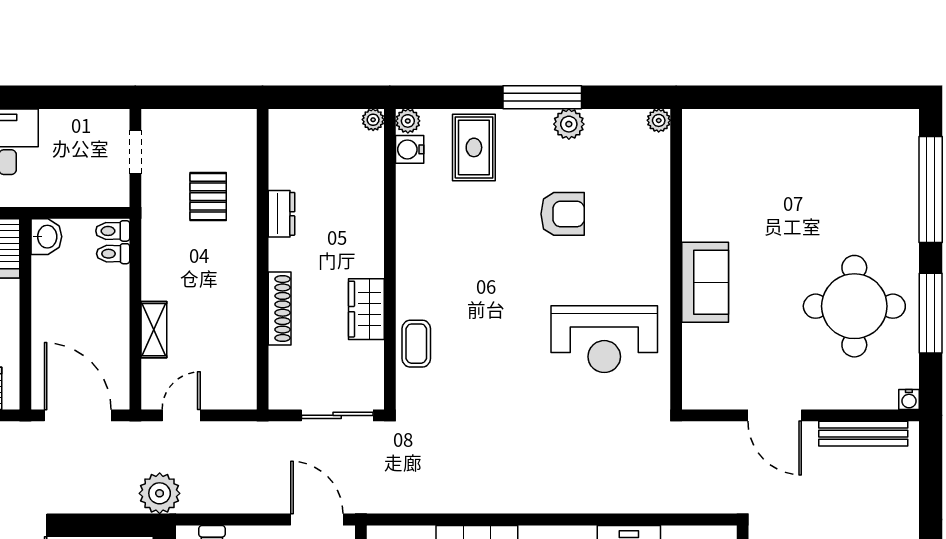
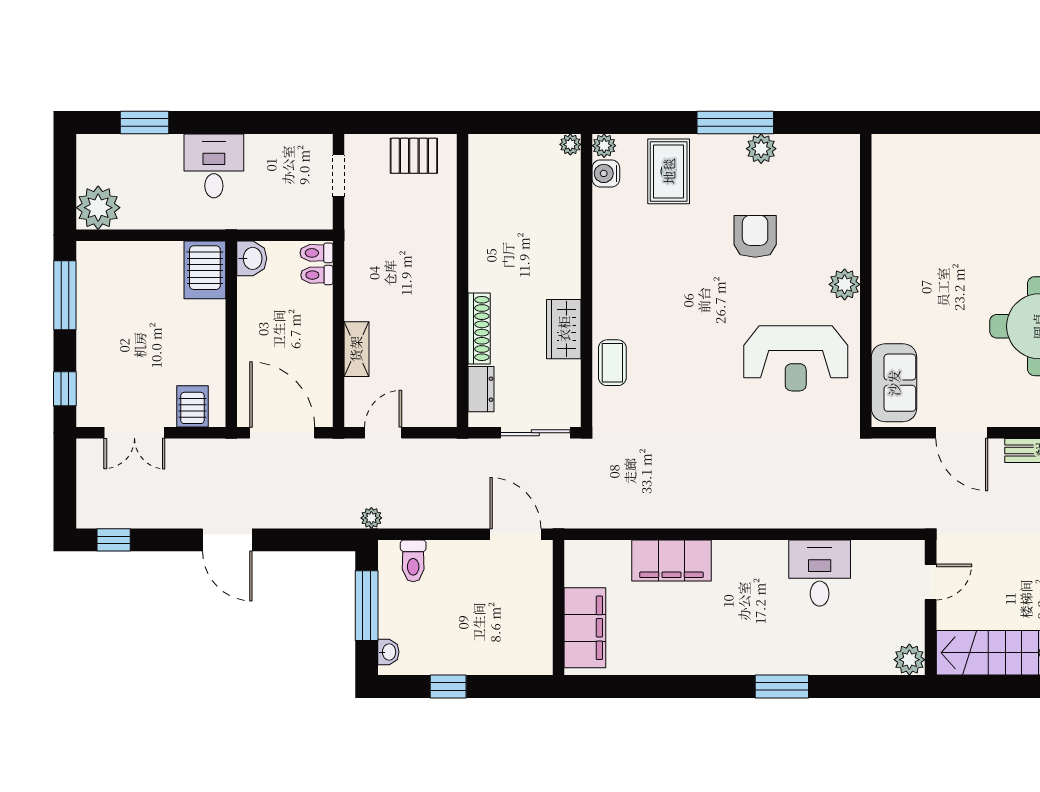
plant: (659, 120) -> (845, 284), moved, width x1.38, depth x1.38
pallet: (208, 197) -> (414, 156), moved, turned 90
dresser: (281, 214) -> (481, 389), moved
armchair: (563, 214) -> (755, 236), turned -90
sofa: (705, 282) -> (894, 383), moved
plant: (160, 493) -> (371, 518), width x0.53, depth x0.53

